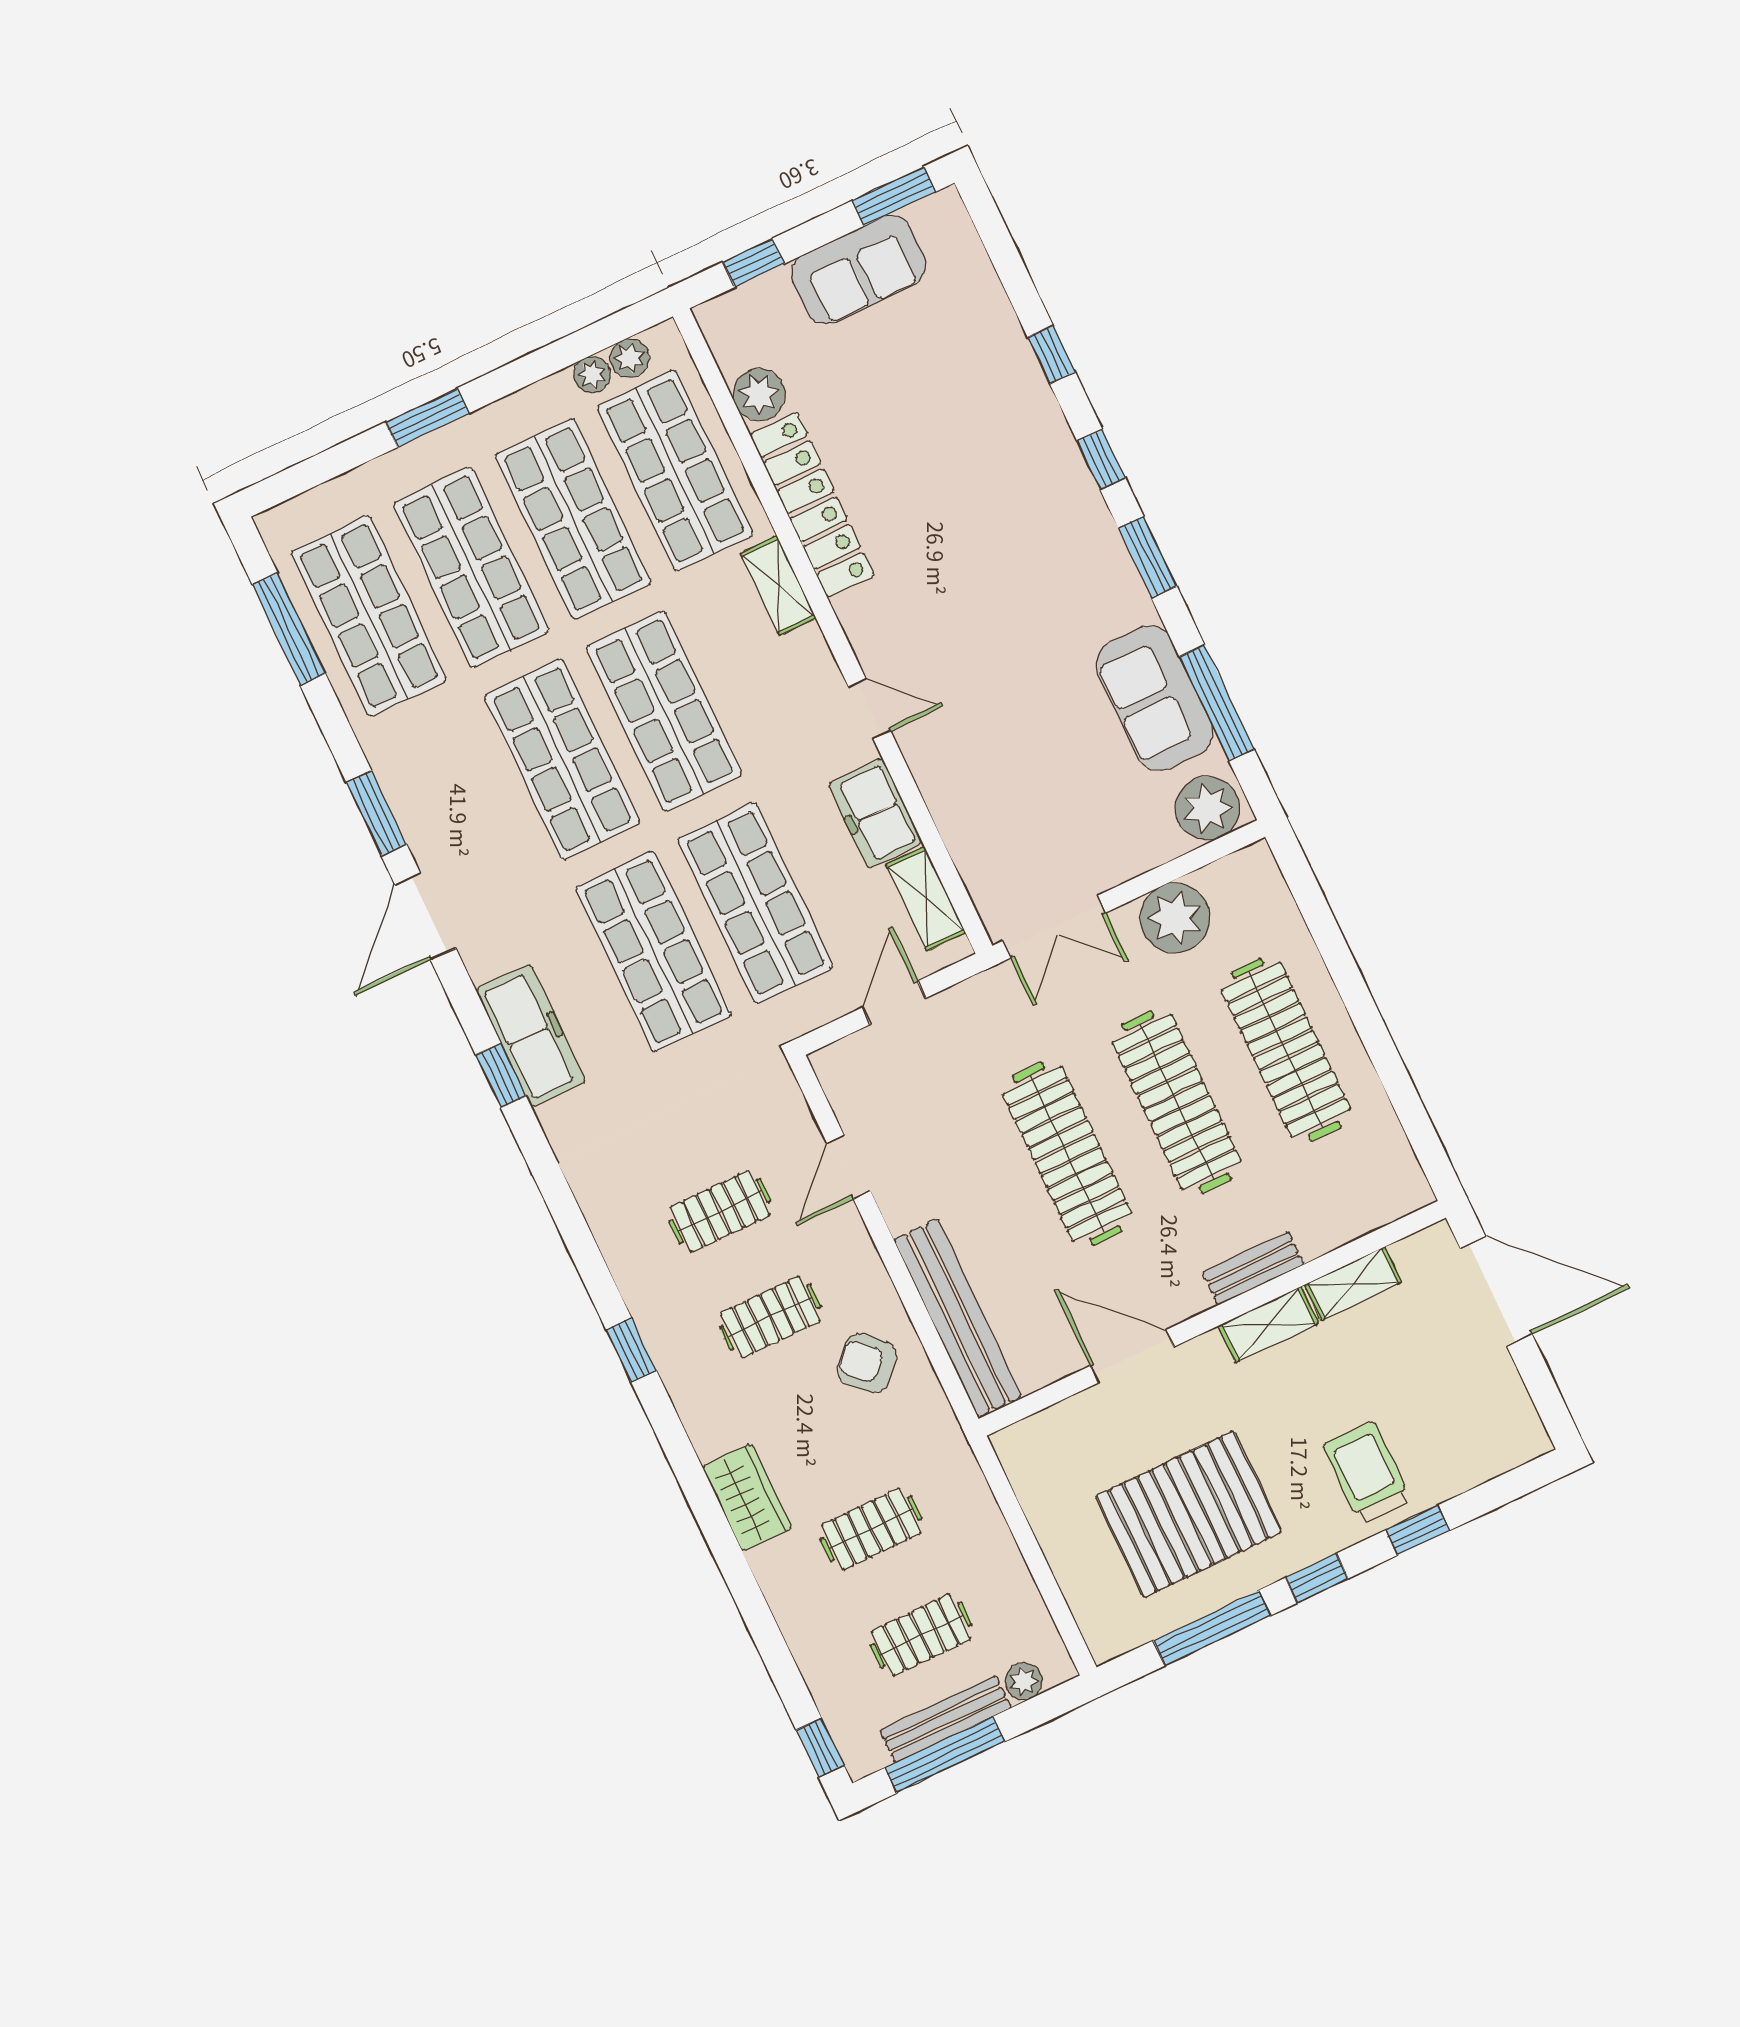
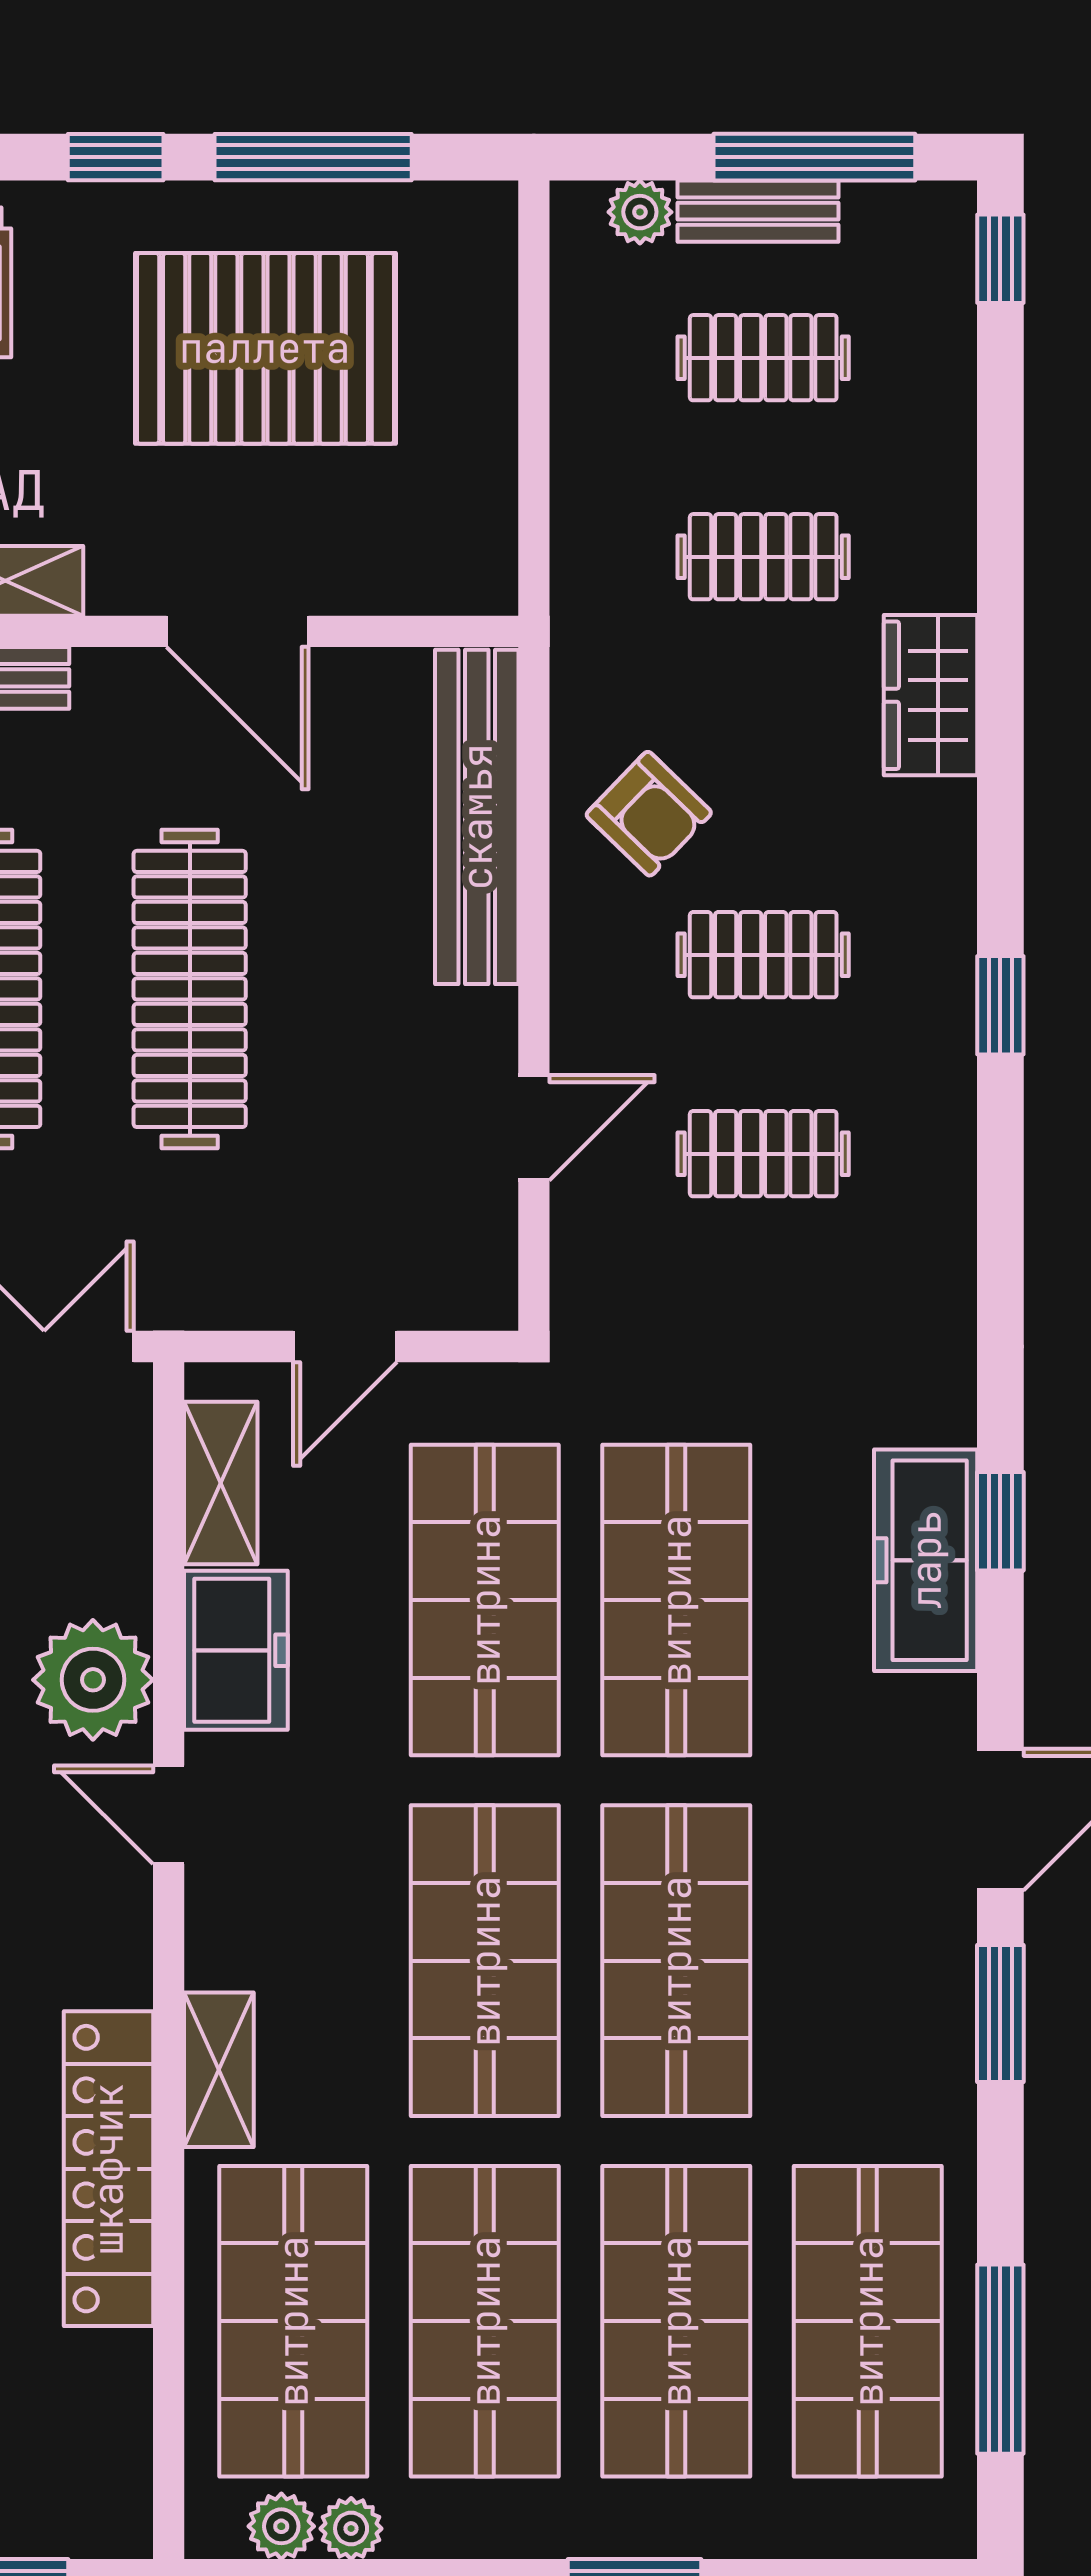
plant: (759, 395) -> (93, 1680), moved, width x1.36, depth x1.36
bench: (946, 1719) -> (758, 211), width x0.73

